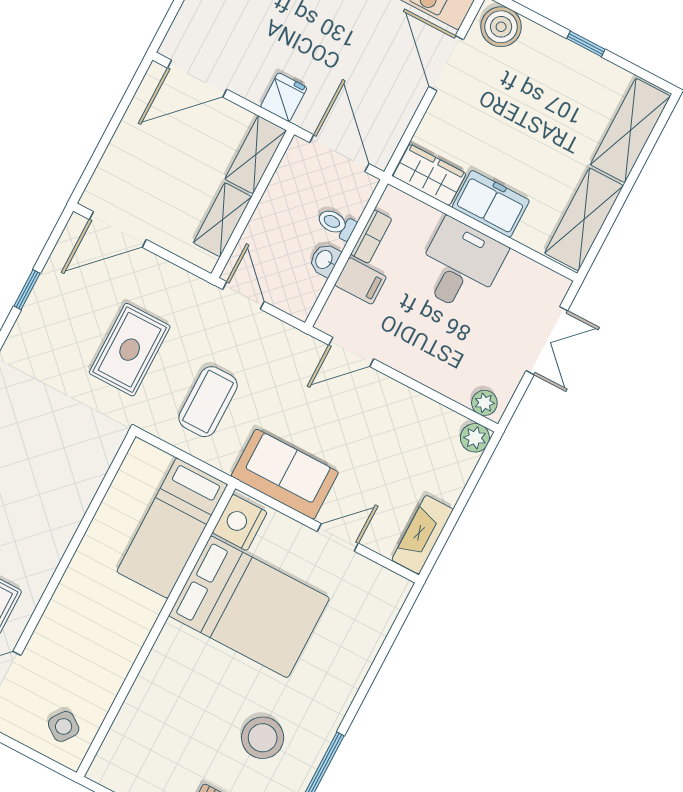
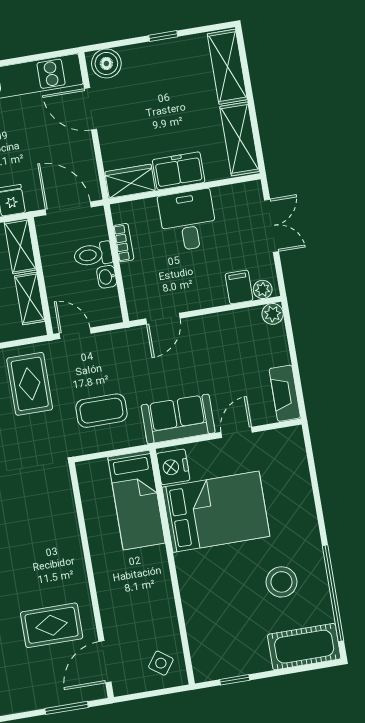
toilet: (336, 224) -> (93, 254), width x1.37, depth x1.39
filing cabinet: (361, 281) -> (239, 287), moved, turned -90
rug: (130, 350) -> (30, 384), moved
coffee table: (208, 402) -> (101, 411), turned 90

